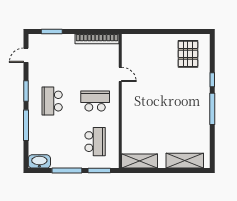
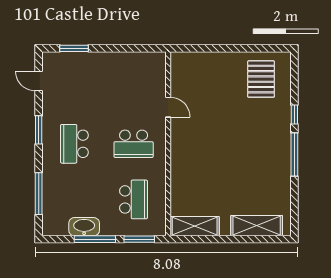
bookcase: (97, 39) -> (136, 58), removed
door: (26, 55) -> (39, 81), hinge flipped
school desk: (95, 101) -> (134, 144), turned 180
window: (26, 125) -> (39, 194), moved
washbasin: (39, 161) -> (84, 227), moved

